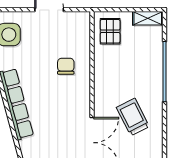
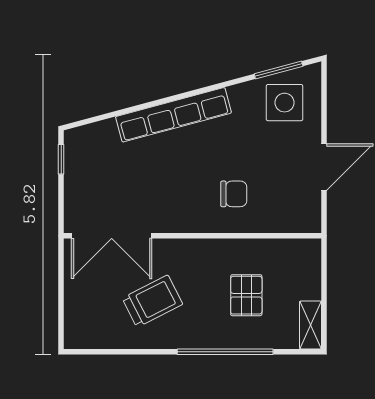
pallet: (110, 31) -> (246, 295), moved, turned 90

